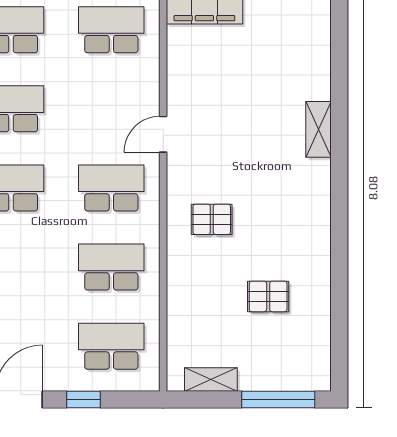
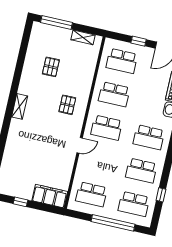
shelving: (319, 129) -> (20, 106), moved
pallet: (212, 219) -> (67, 105), turned 90
pallet: (268, 296) -> (51, 67), turned 90

